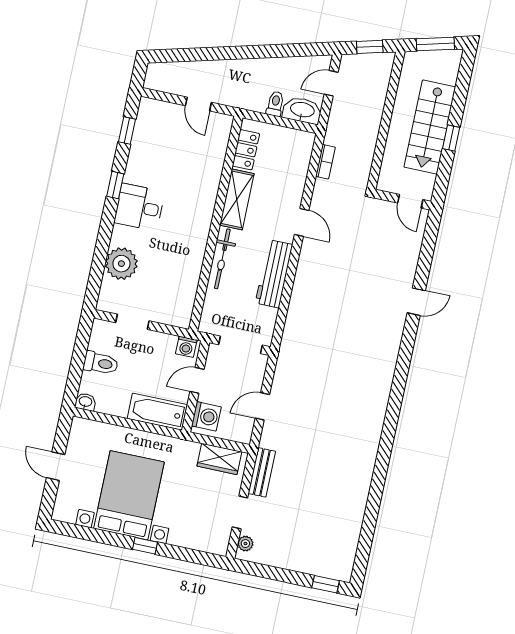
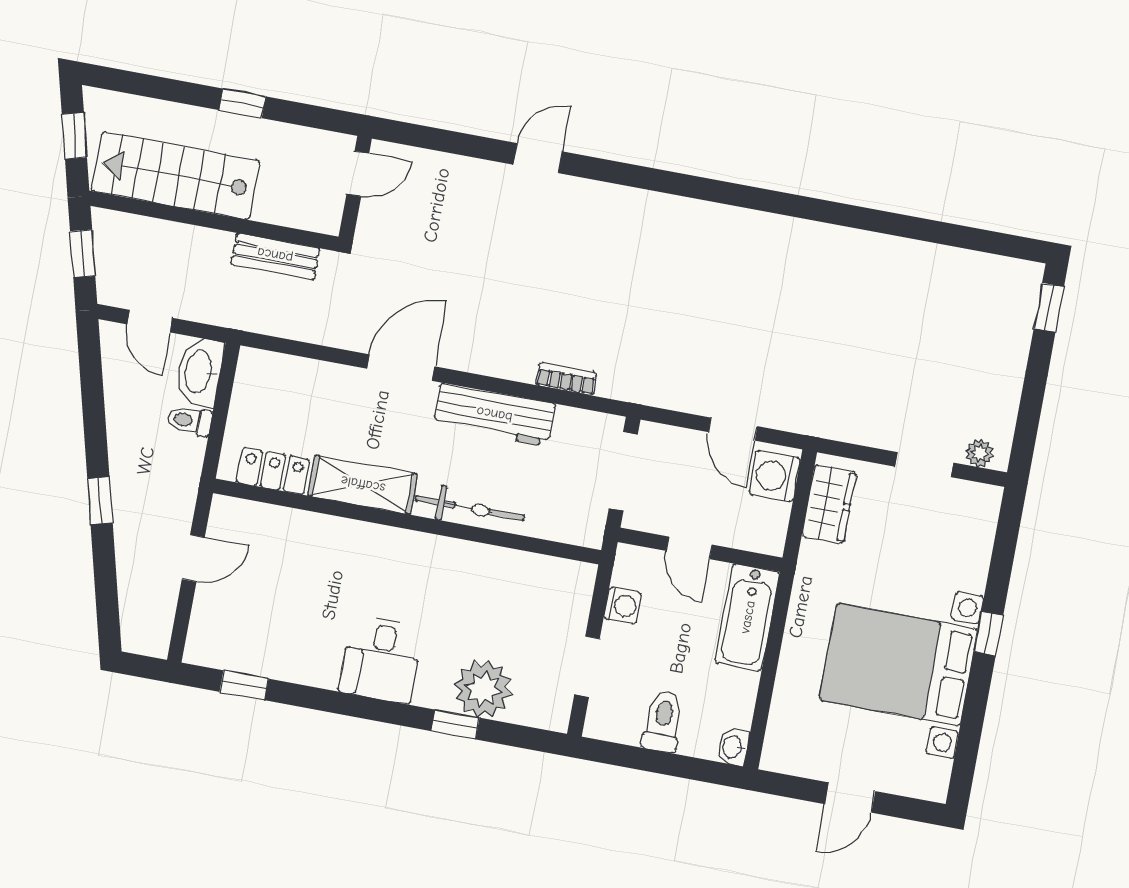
window: (435, 44) -> (74, 136), width x0.67
window: (232, 53) -> (100, 501), added
stairs: (430, 127) -> (175, 176), moved, turned 180
bookcase: (325, 162) -> (566, 379), moved
window: (115, 185) -> (455, 724), moved
door: (302, 222) -> (401, 368), width x1.38
door: (416, 302) -> (538, 158), hinge flipped
washing machine: (186, 347) -> (623, 606), moved
washing machine: (206, 416) -> (775, 476), moved, turned -90
bench: (262, 472) -> (275, 256), moved

